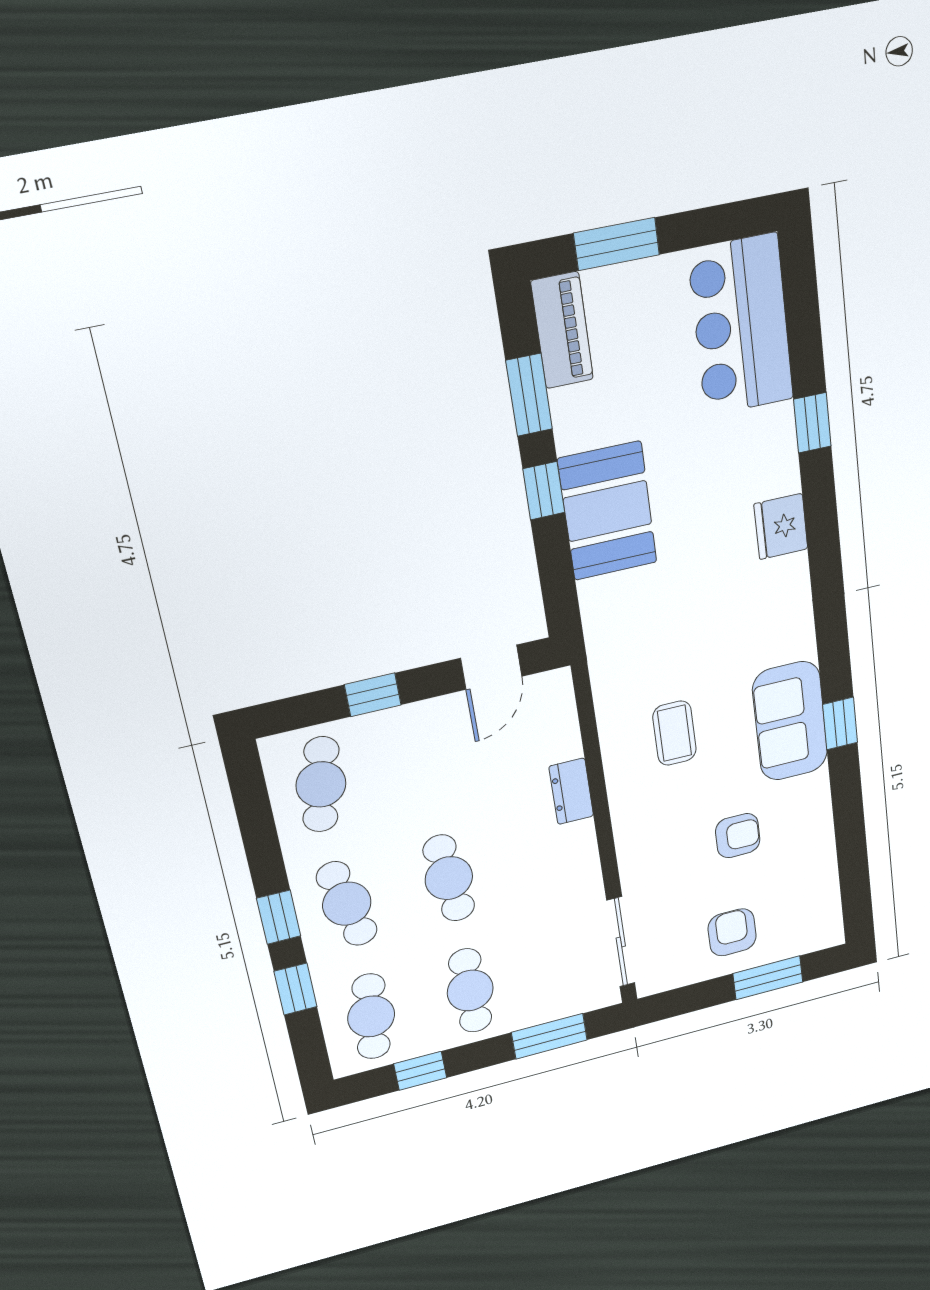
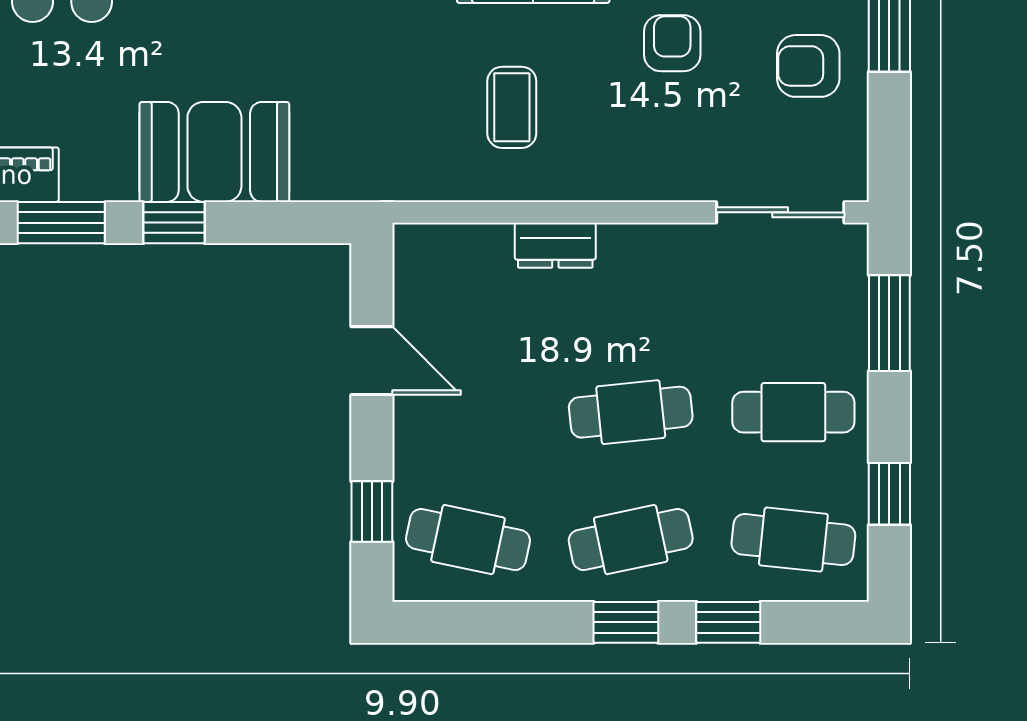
door: (491, 667) -> (372, 361), moved
window: (373, 695) -> (372, 511), moved
coffee table: (674, 733) -> (512, 107), turned 90

